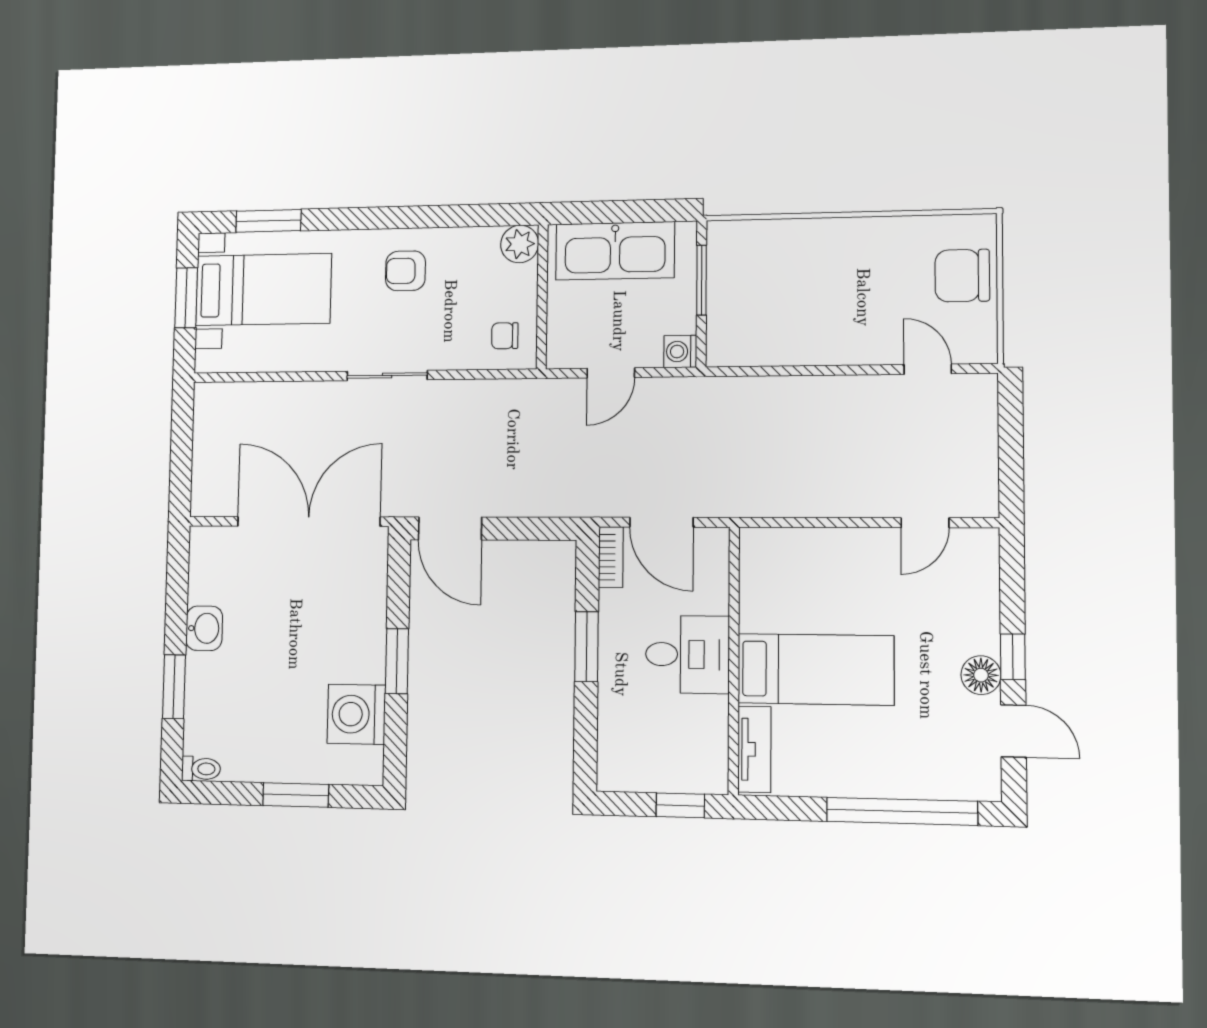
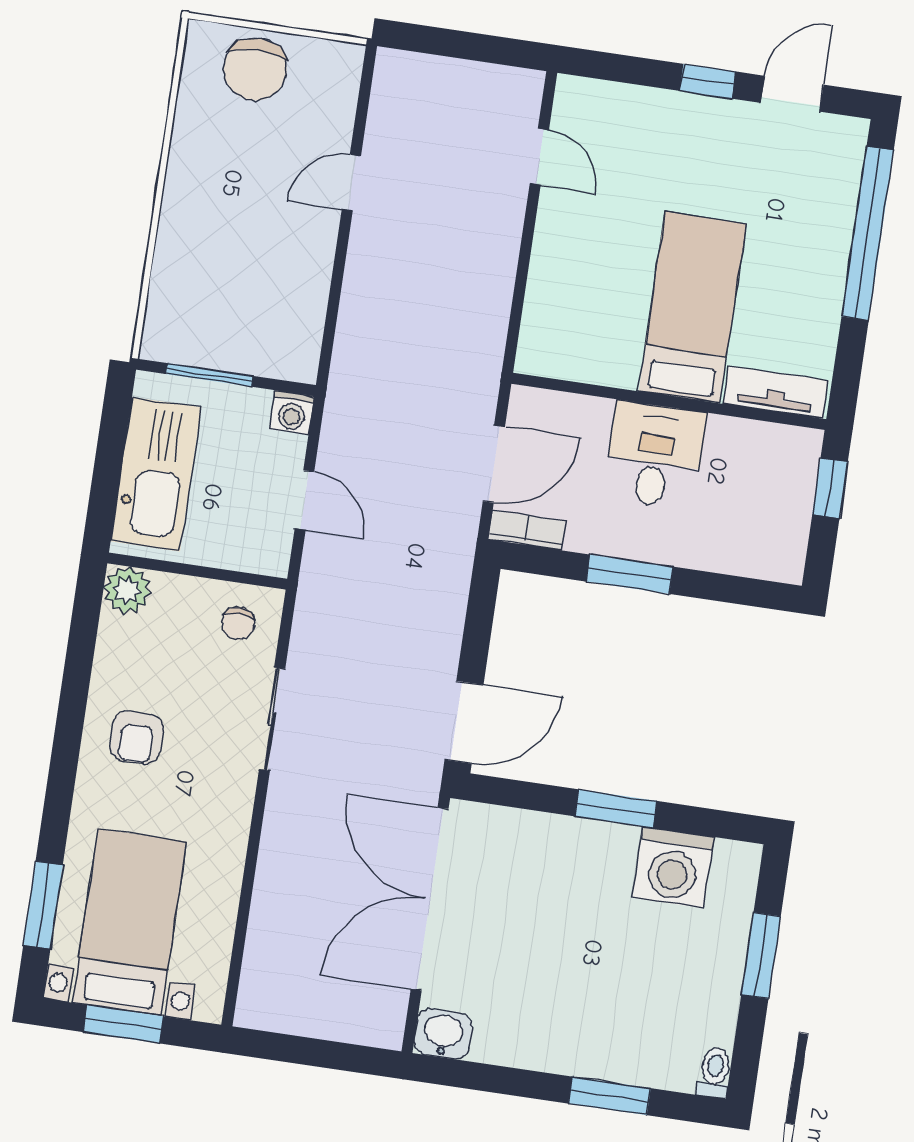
door: (928, 369) -> (351, 183), moved
sliding door: (387, 375) -> (272, 719), moved
washbasin: (204, 628) -> (443, 1034), moved
floor lamp: (981, 675) -> (724, 120), removed

